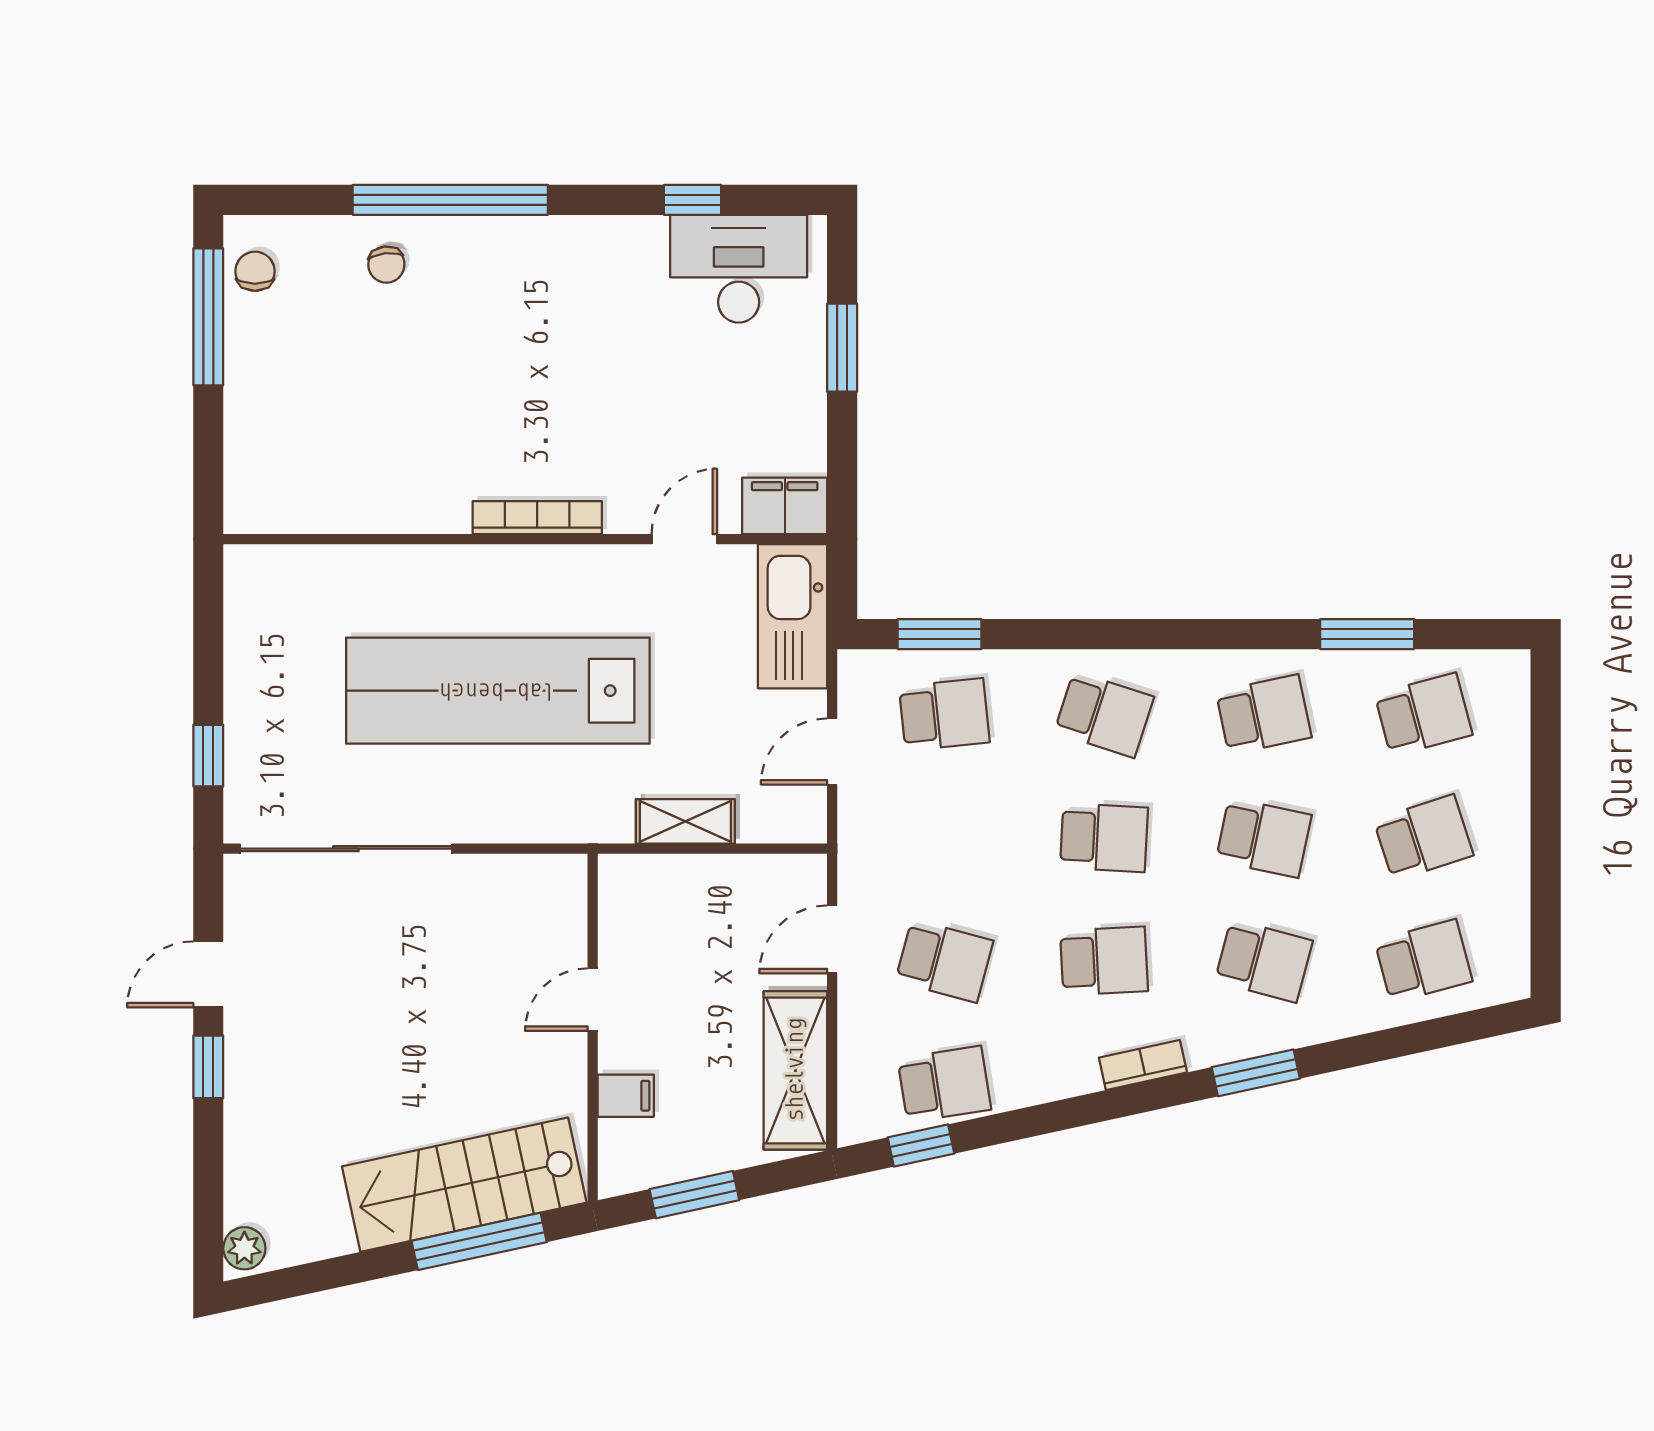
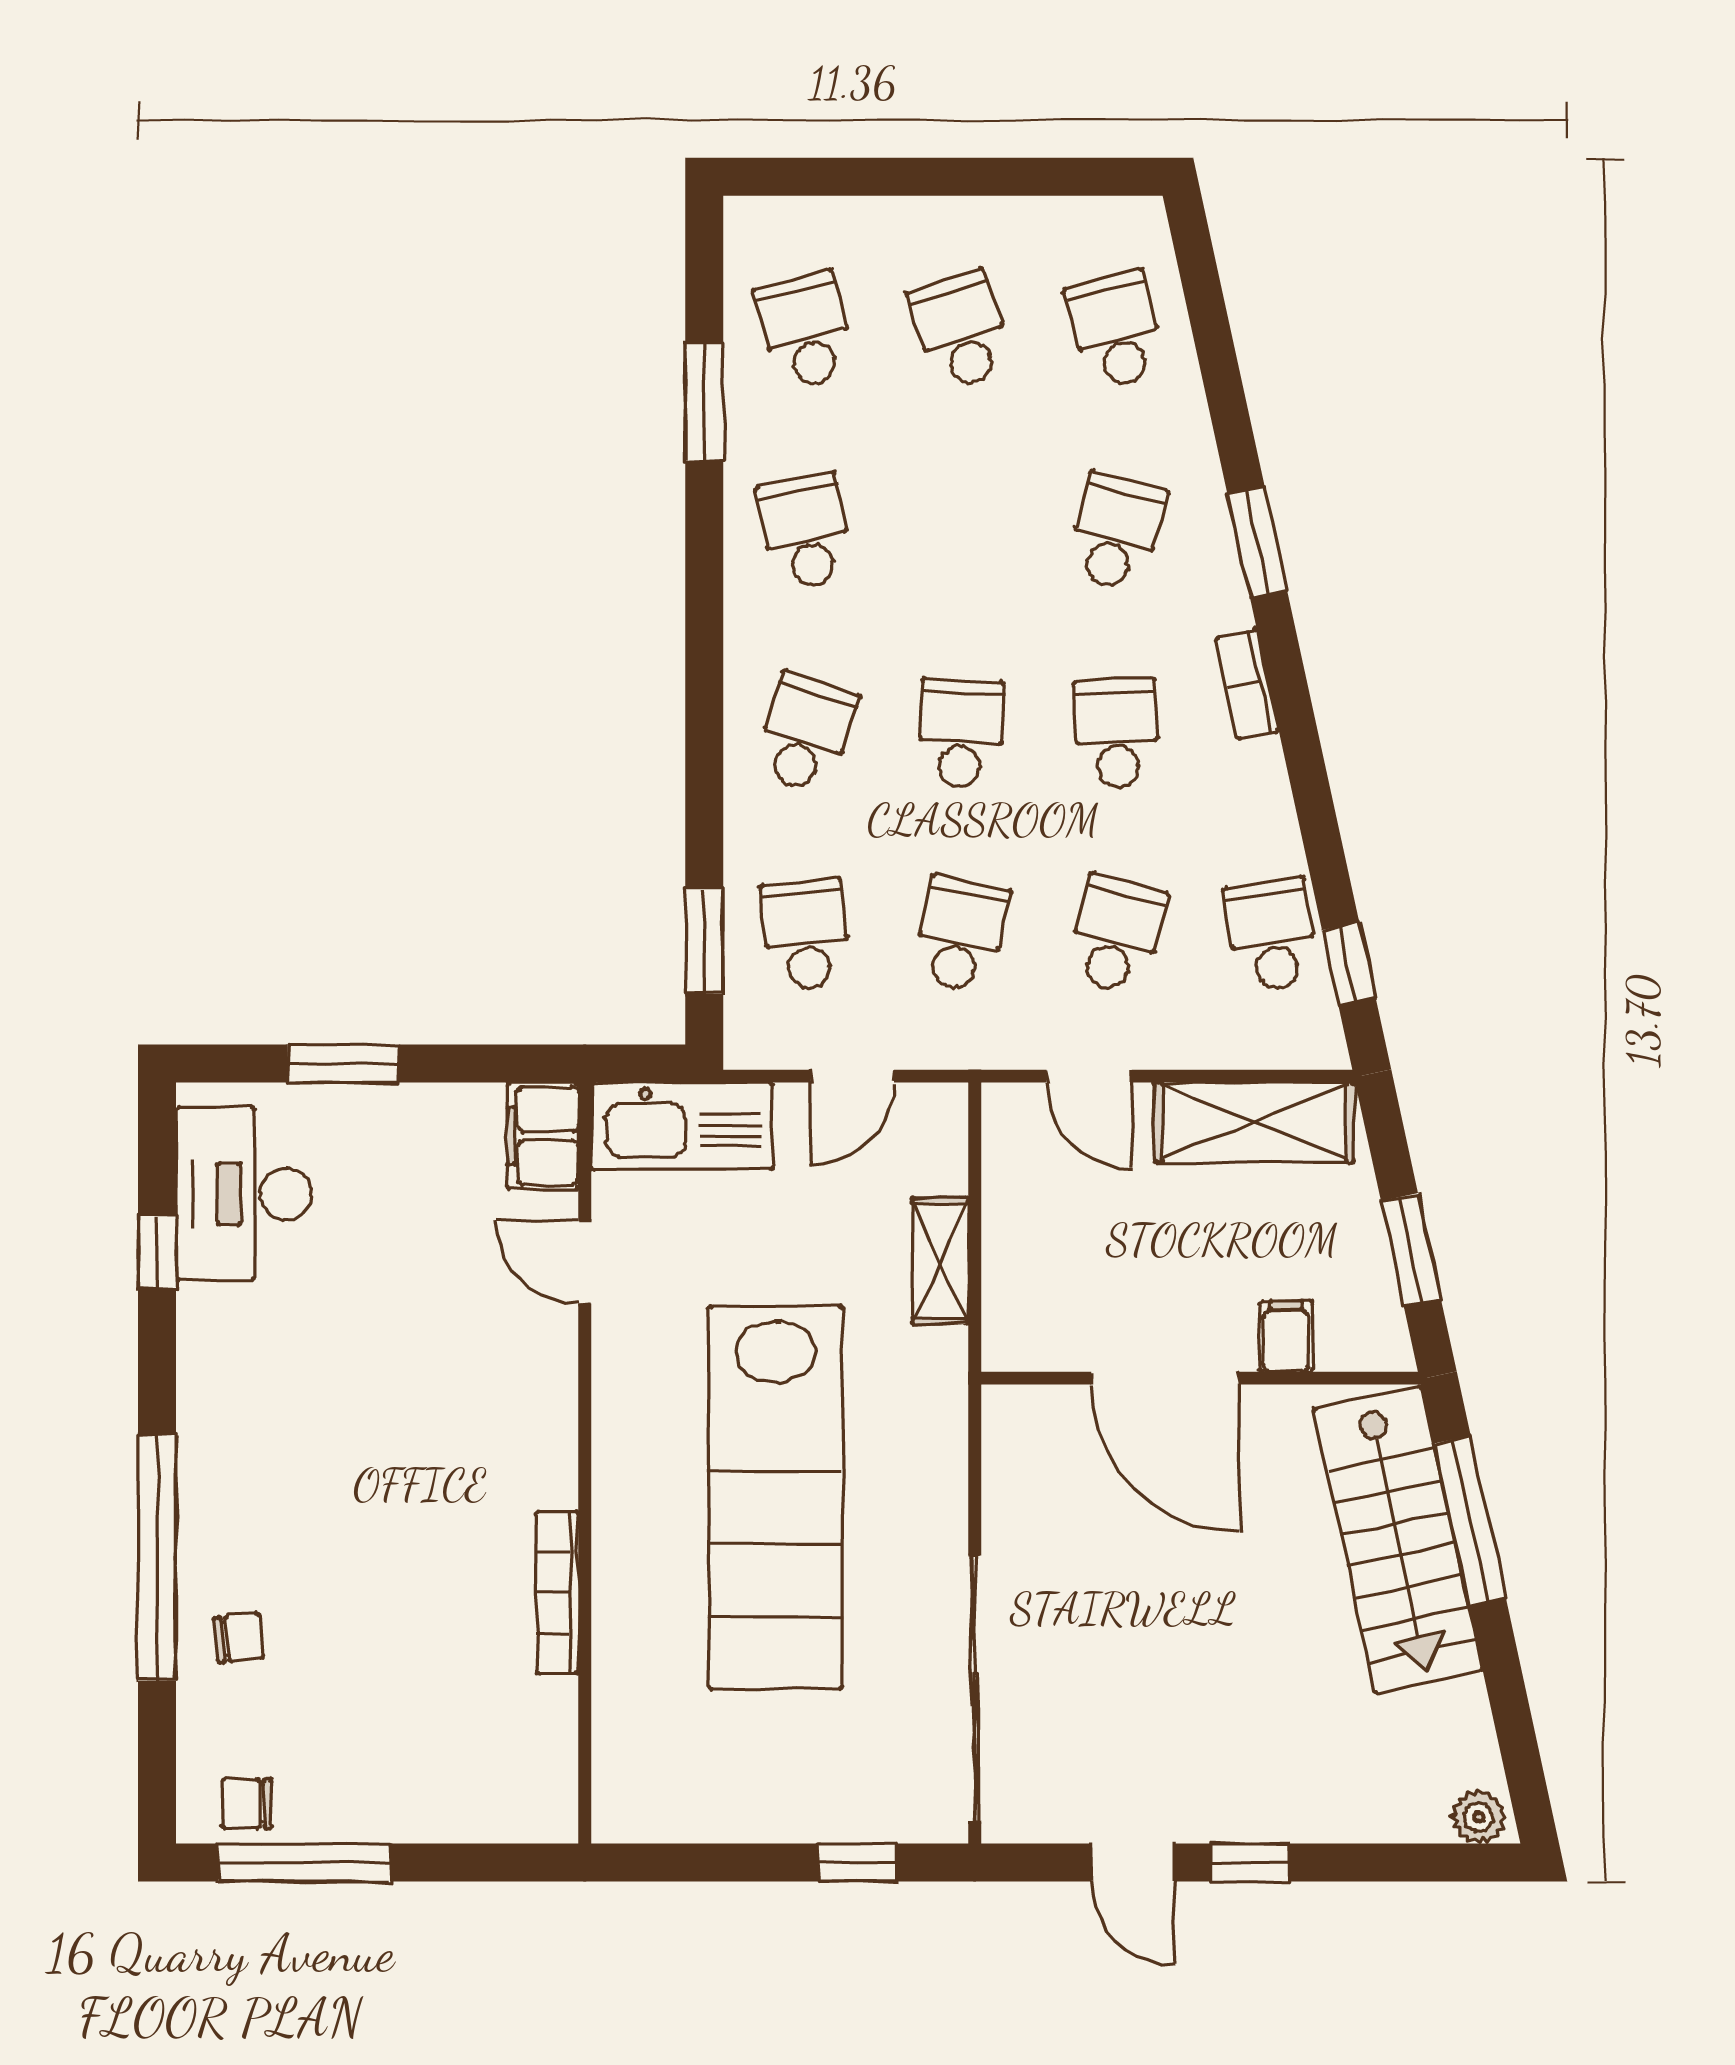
bookcase: (537, 518) -> (558, 1593), moved
door: (832, 752) -> (852, 1076), hinge flipped
school desk: (1264, 838) -> (961, 935), moved
door: (593, 1000) -> (1165, 1378), width x1.88

